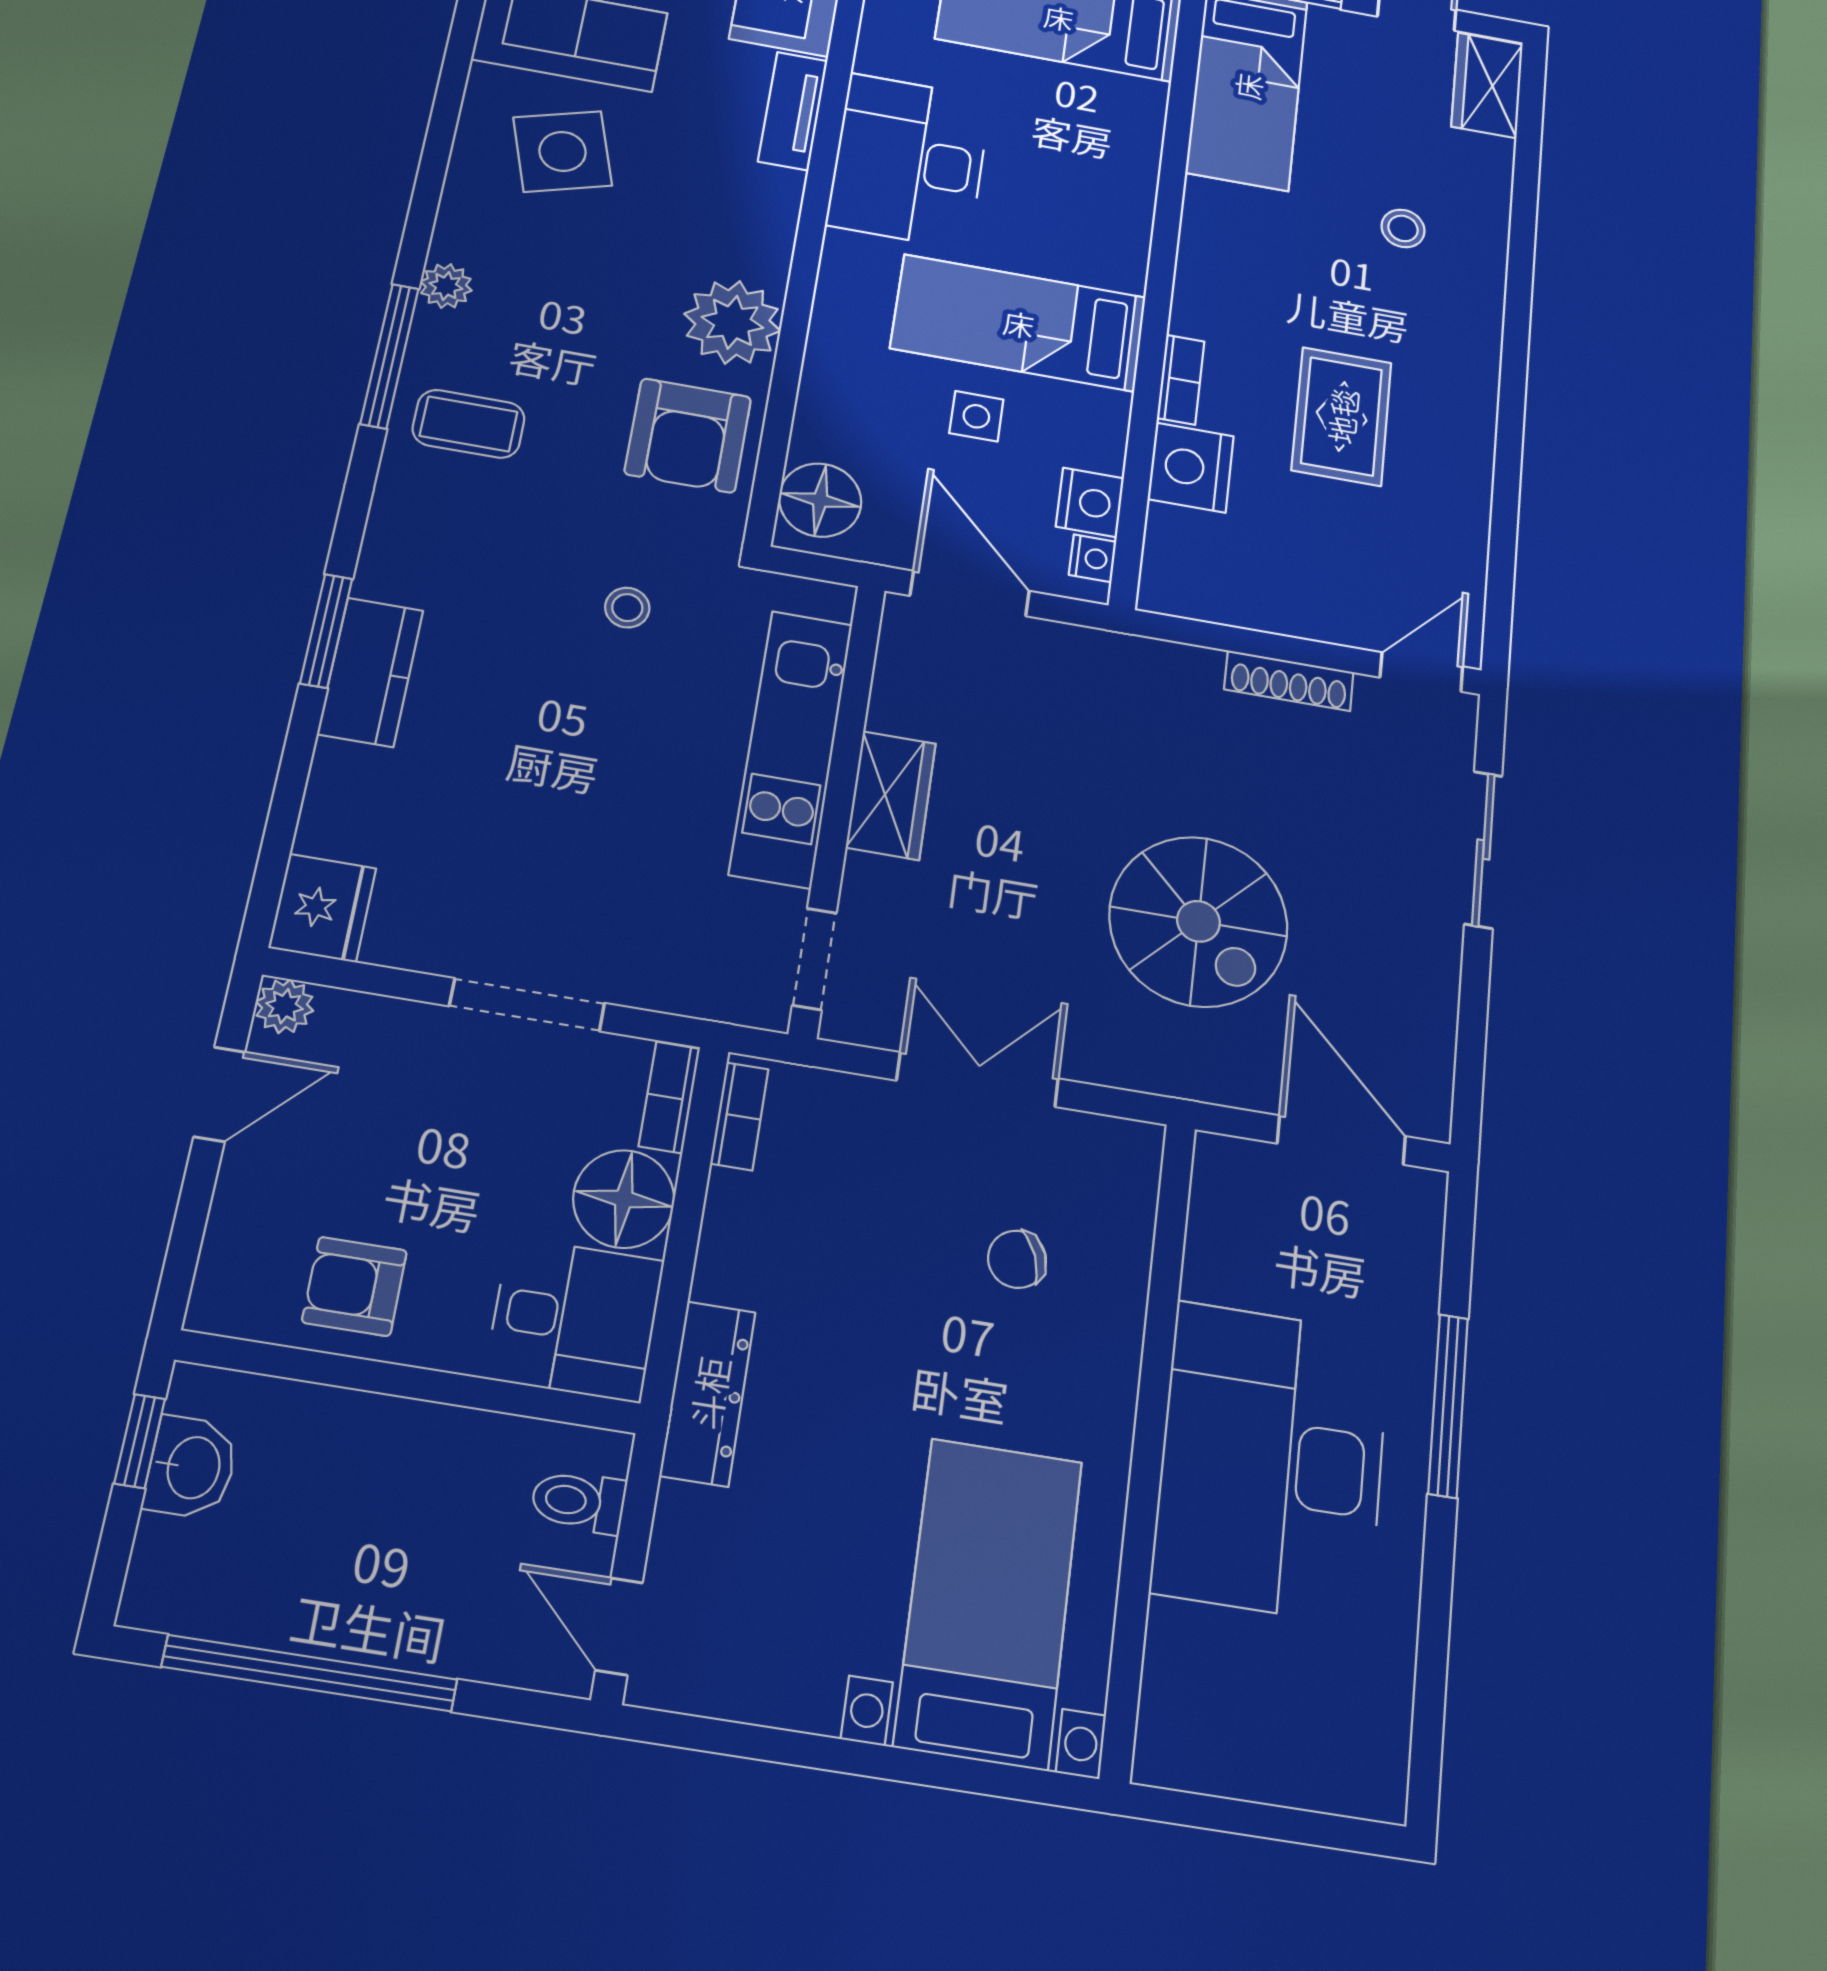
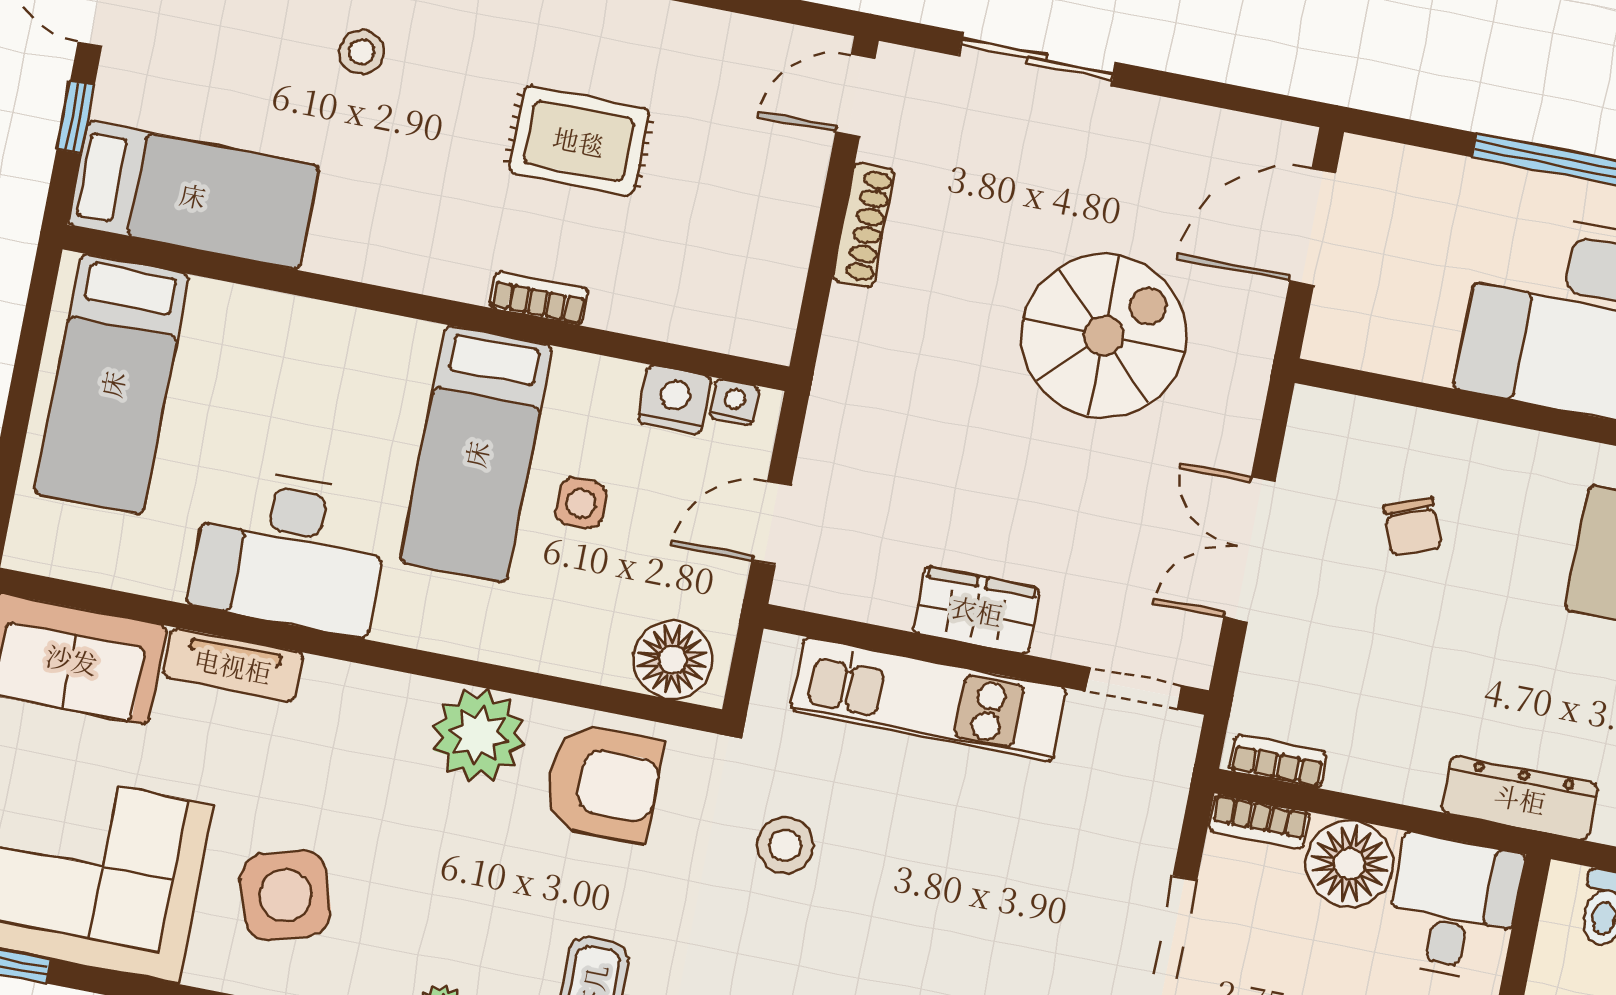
nightstand: (1191, 468) -> (636, 297), removed
door: (970, 593) -> (771, 523), width x0.73
stool: (627, 608) -> (785, 845), width x1.37, depth x1.37
door: (1421, 672) -> (855, 95), hinge flipped

